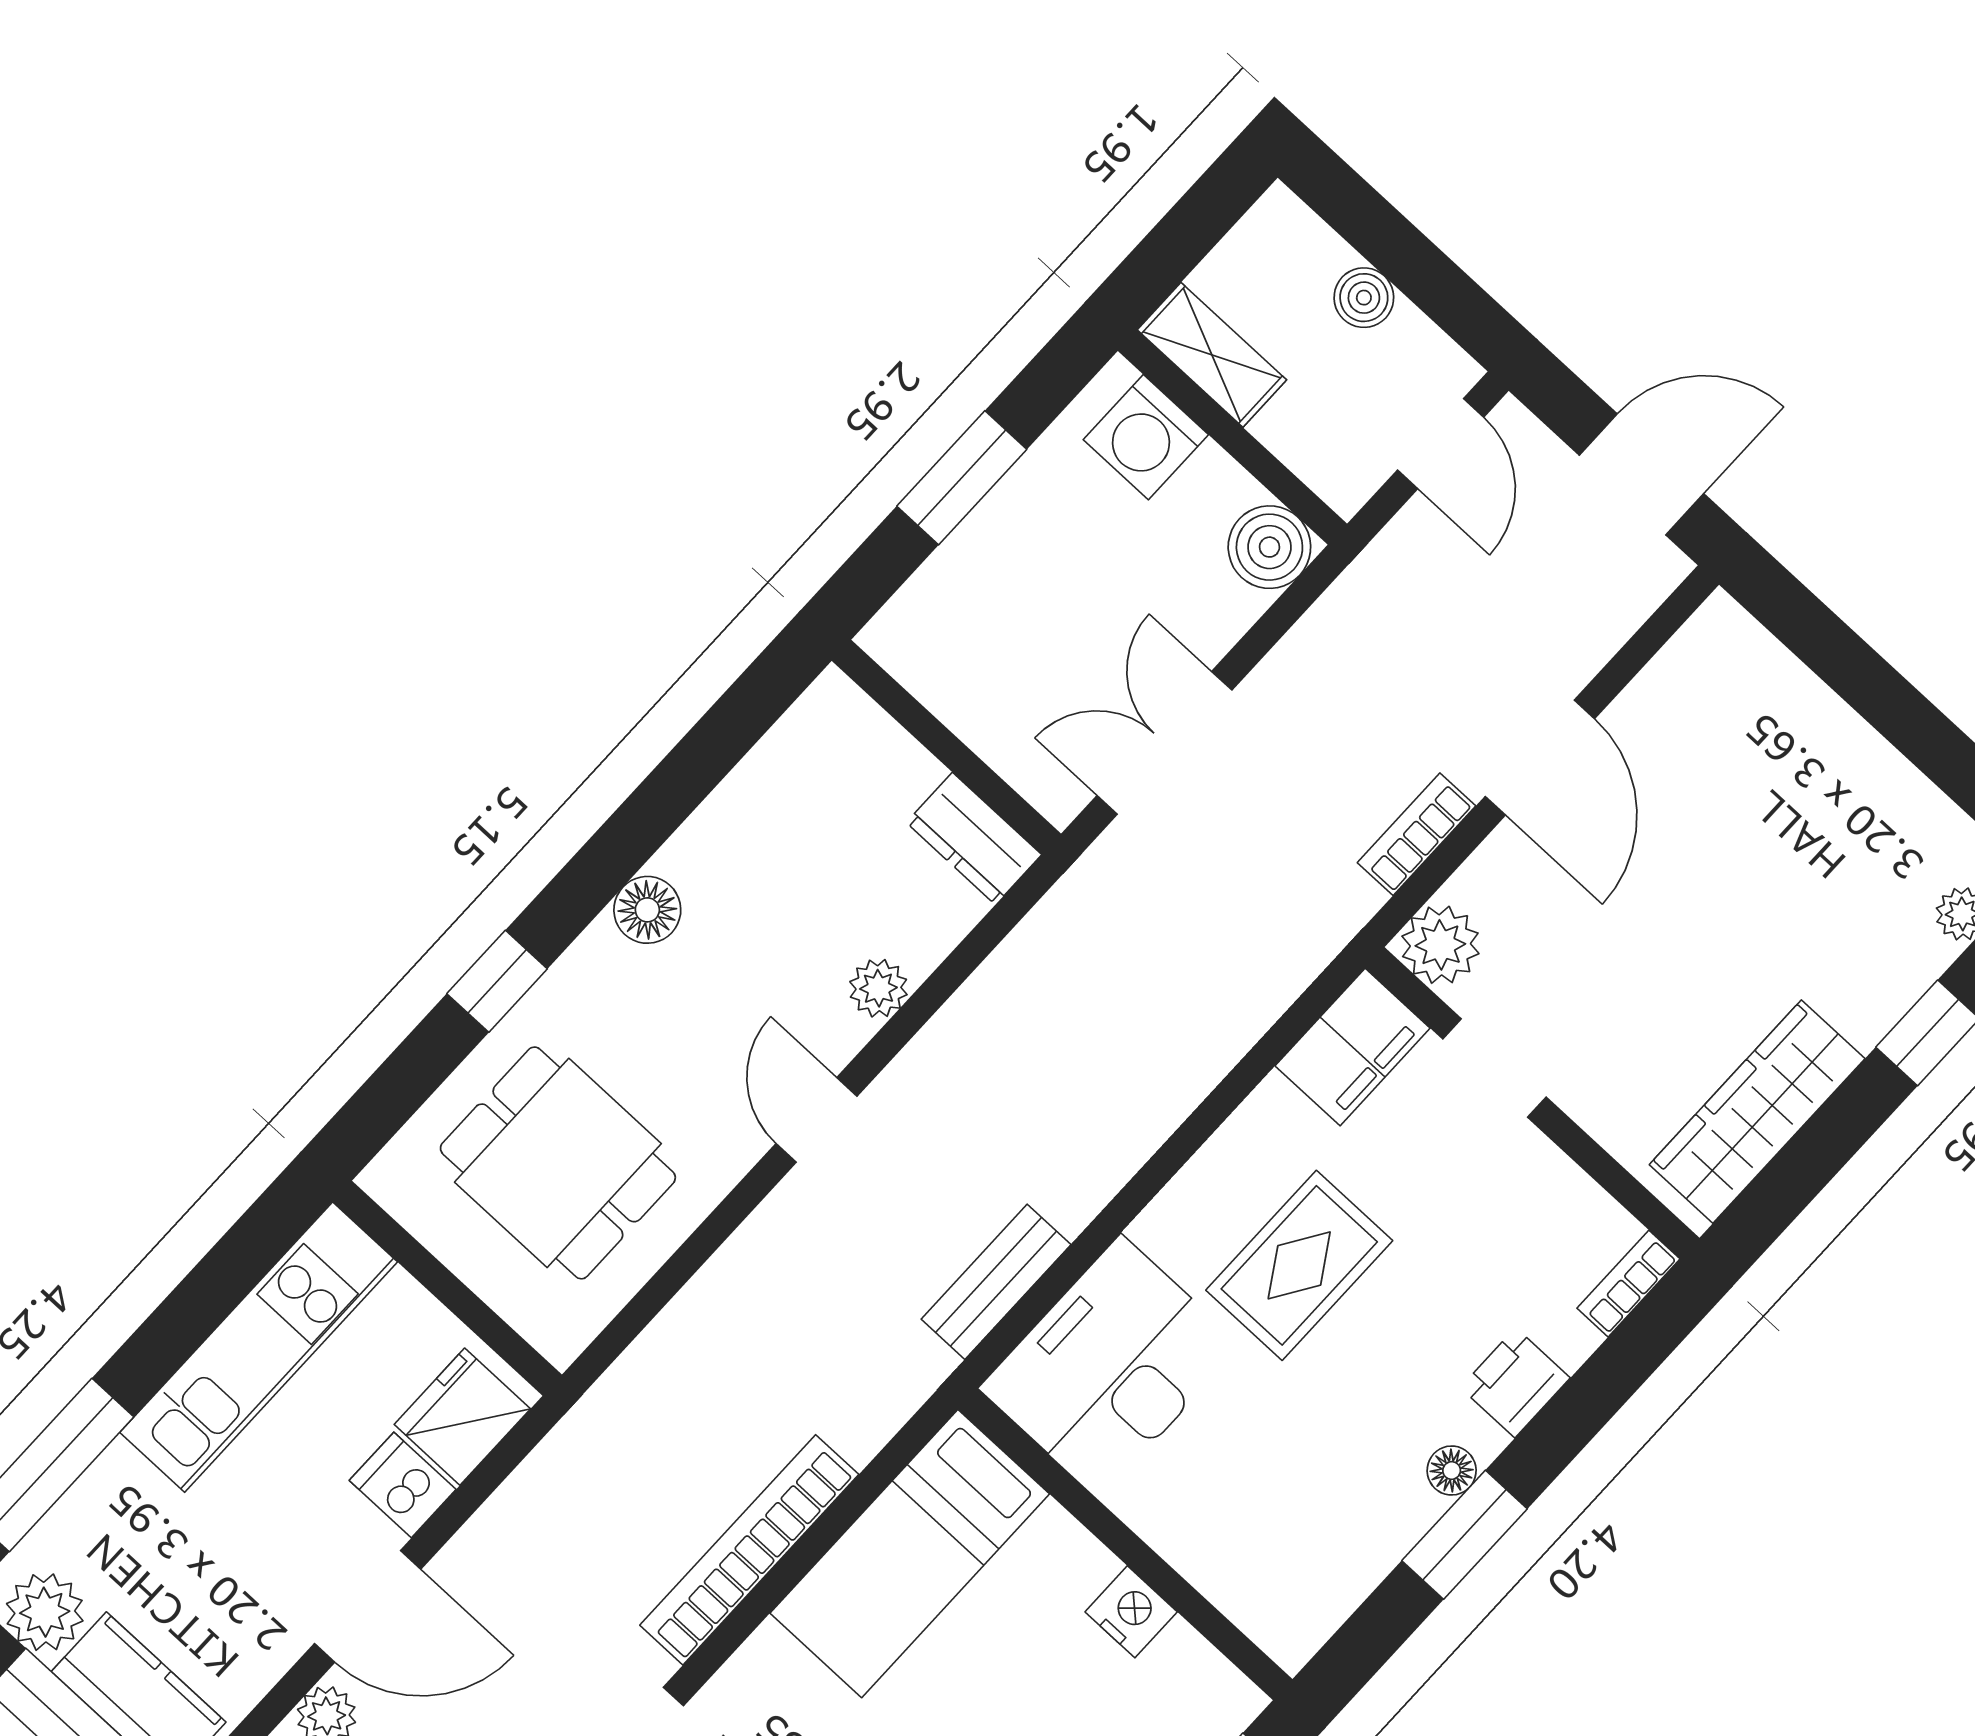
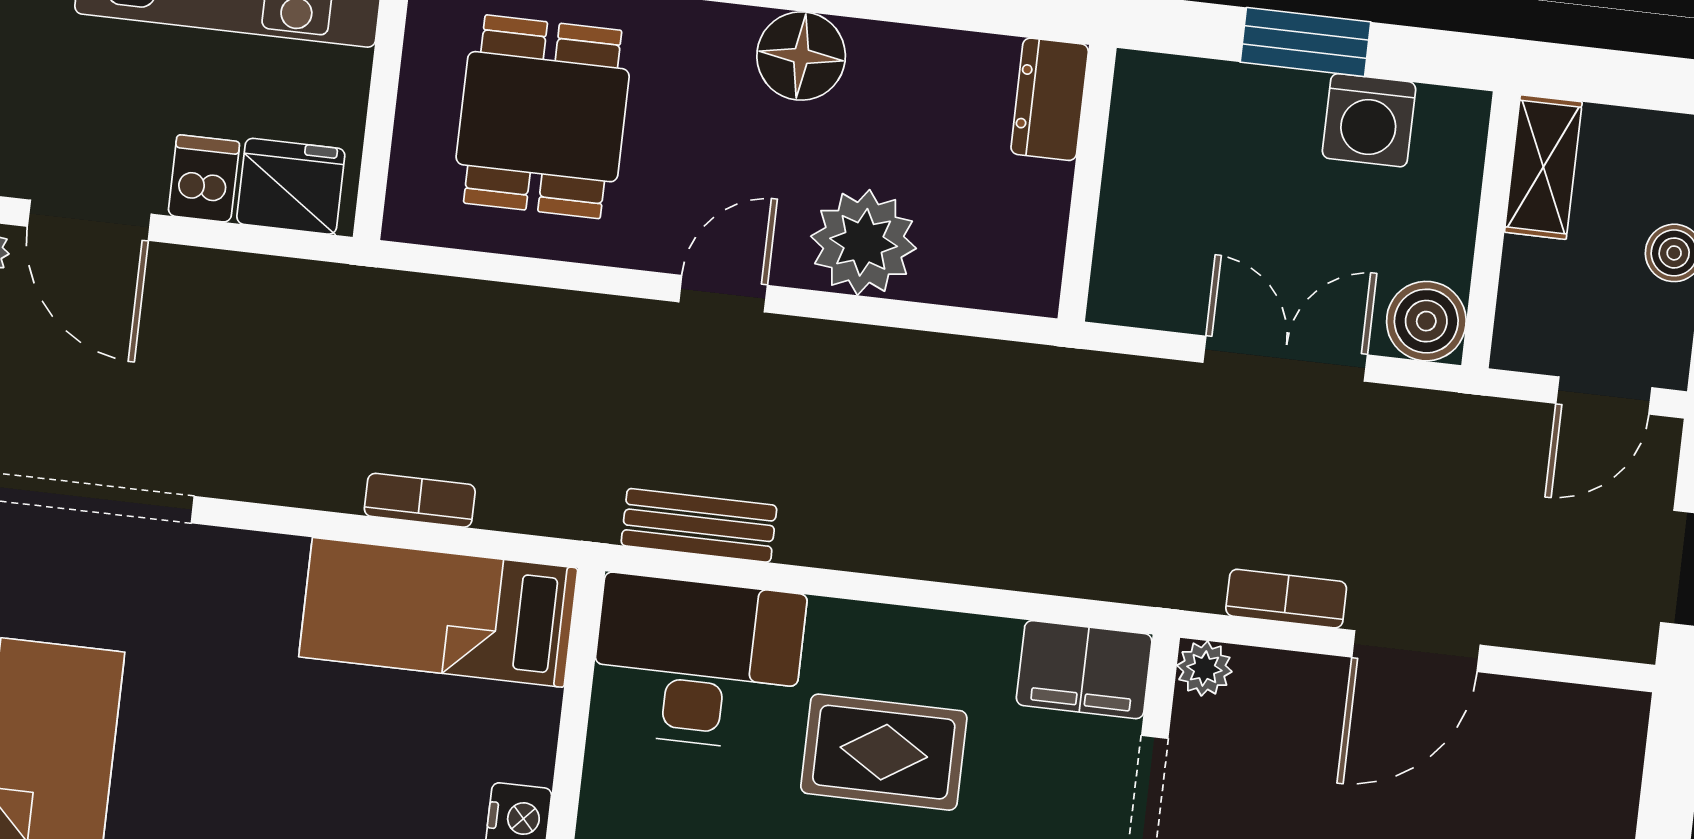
washing machine: (1146, 437) -> (1369, 120), moved, turned -90
double door: (1164, 743) -> (1285, 359), moved
dresser: (974, 839) -> (1050, 99), moved
floor lamp: (647, 910) -> (801, 56), width x1.38, depth x1.38
plant: (1440, 945) -> (1204, 668), width x0.73, depth x0.73
plant: (878, 988) -> (864, 242), width x1.88, depth x1.88
bookcase: (749, 1550) -> (420, 500), width x0.43, depth x0.76

